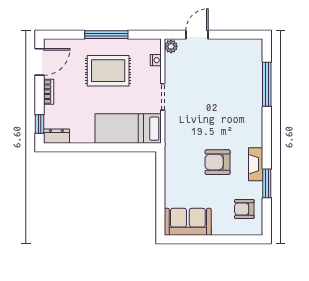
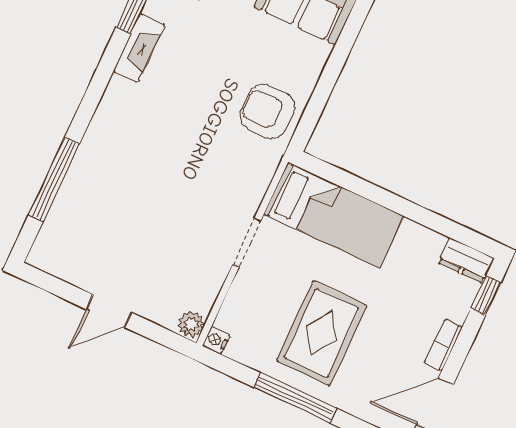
door: (197, 35) -> (109, 311), moved
nightstand: (156, 60) -> (216, 340), moved
rug: (108, 71) -> (321, 333), turned 90
armchair: (218, 162) -> (267, 111), moved, turned 180

